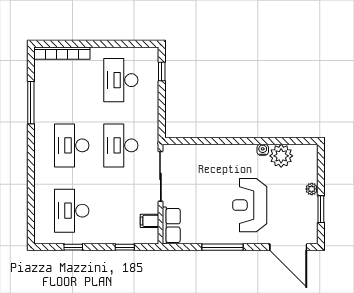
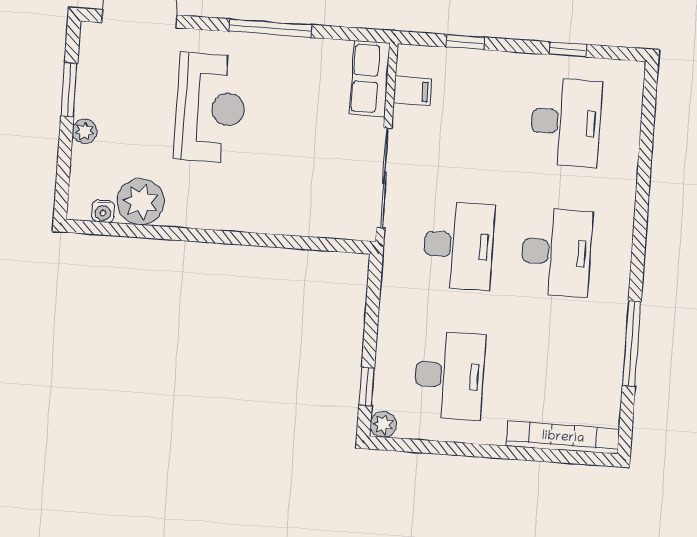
plant: (152, 53) -> (383, 424), added
water cooler: (263, 150) -> (103, 211), moved

